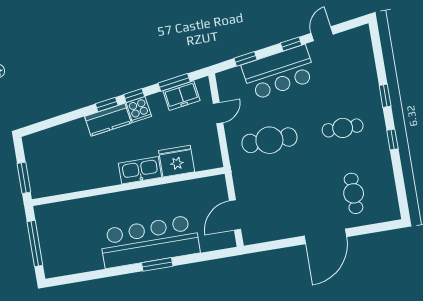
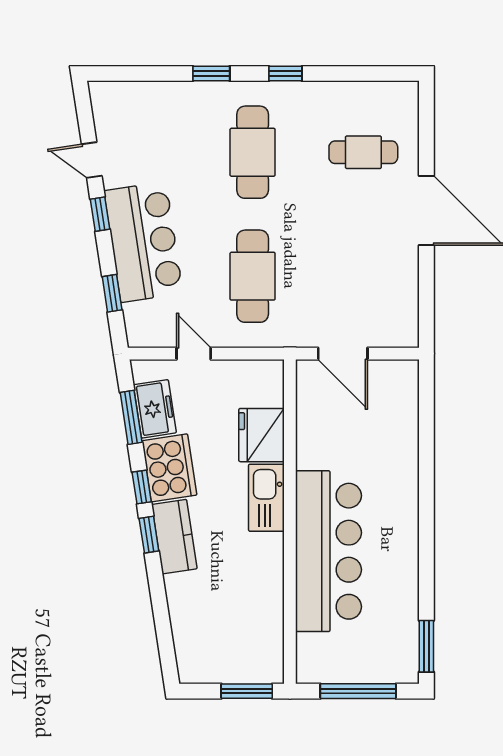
cooker: (139, 110) -> (169, 468), width x1.87, depth x1.31
cafe table: (343, 128) -> (253, 152), width x1.37, depth x1.35
door: (235, 215) -> (343, 354), moved
bar counter: (150, 241) -> (328, 551), moved, turned 180
window: (157, 264) -> (426, 646), moved

